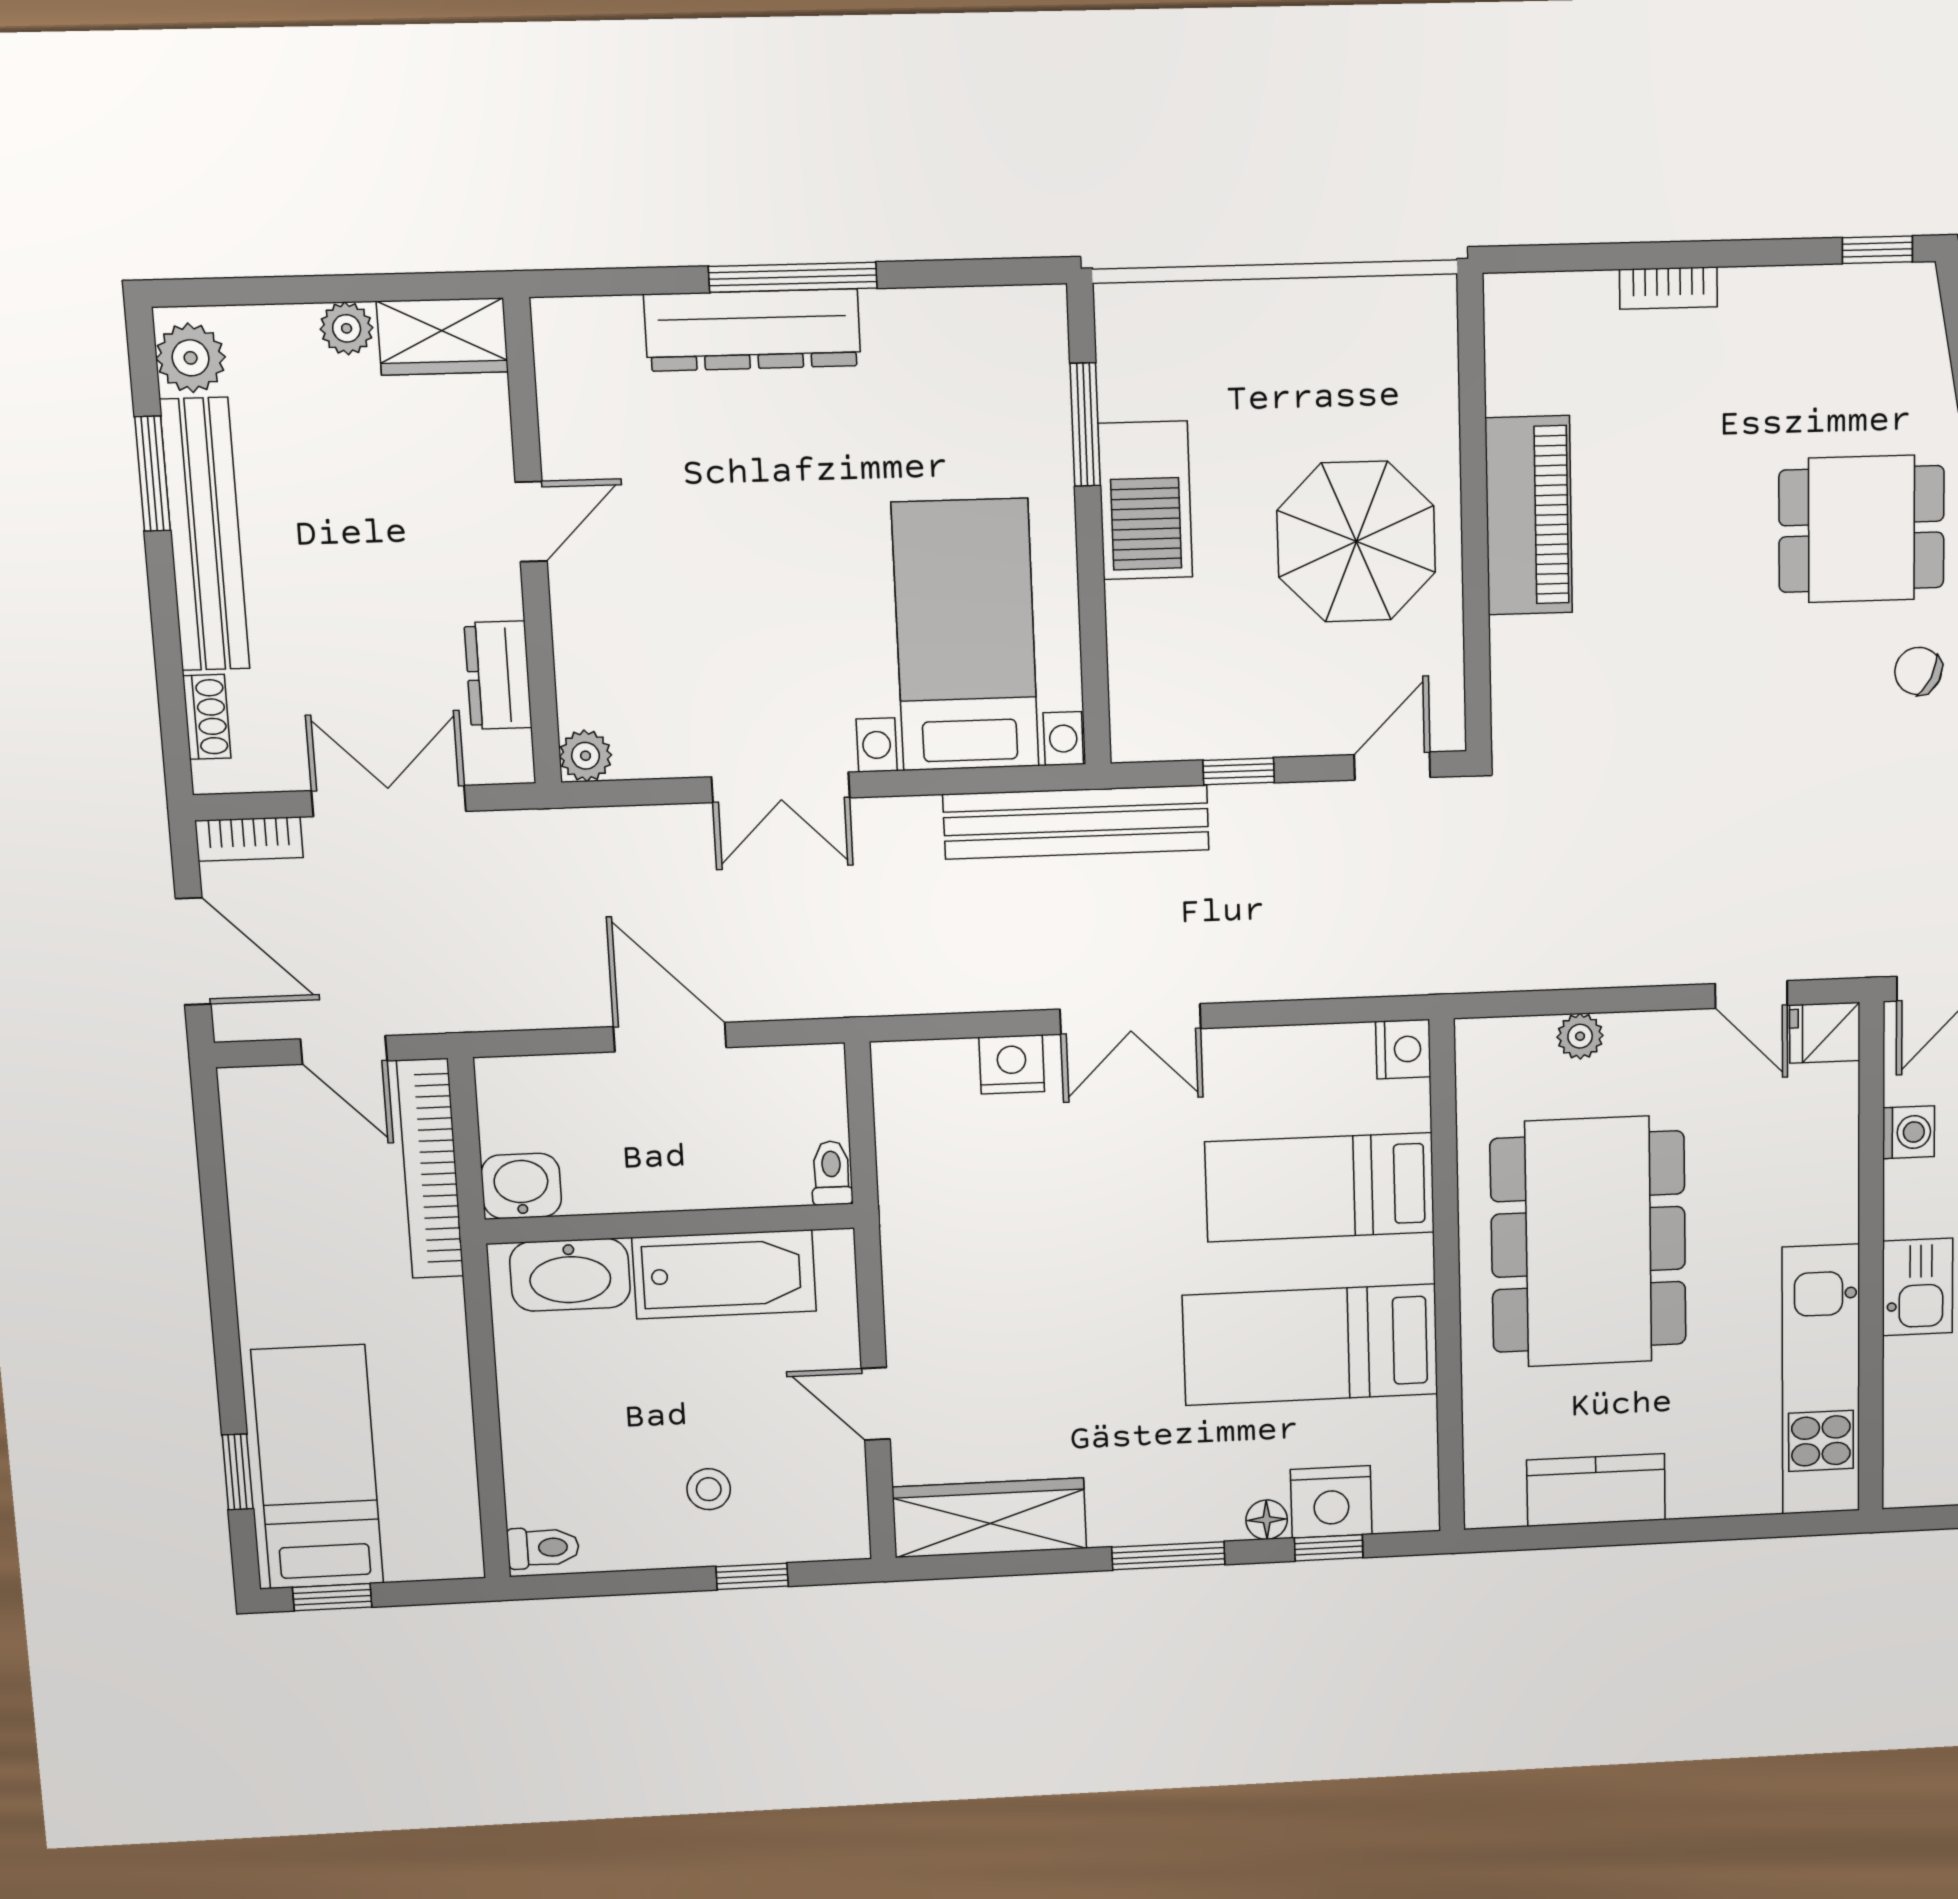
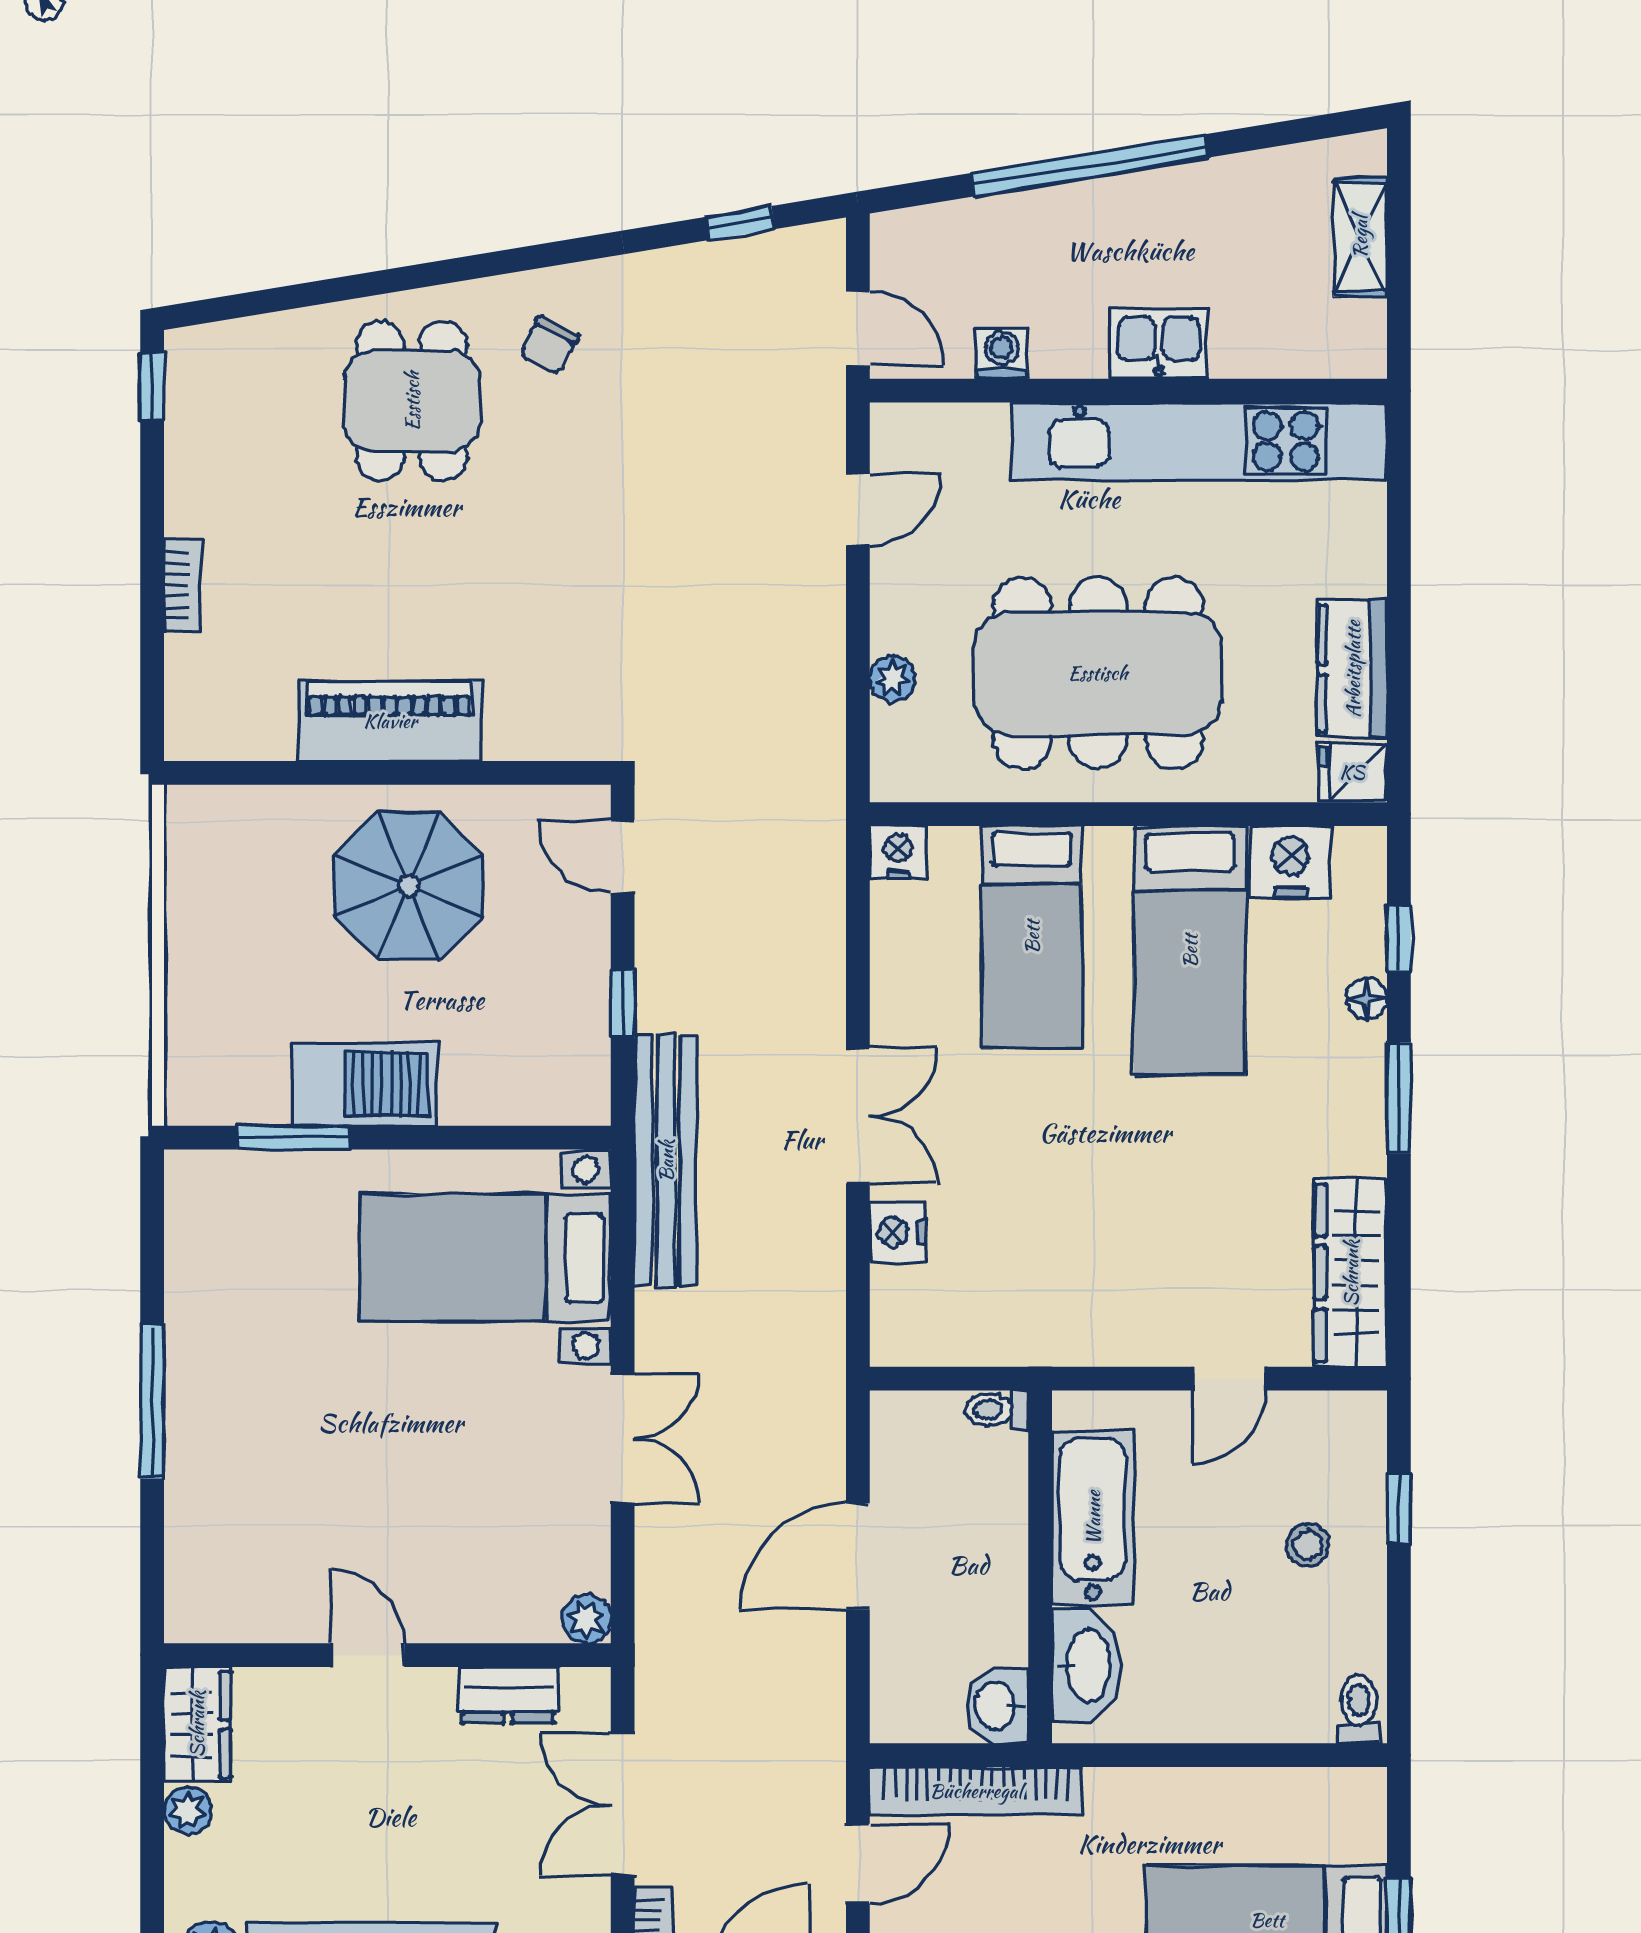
dresser: (753, 330) -> (199, 1441), removed
fridge: (1825, 1033) -> (1352, 772), moved, turned 90
kitchen unit: (1821, 1380) -> (1200, 441), width x1.36
nightstand: (1331, 1502) -> (1290, 861), moved, turned -90

